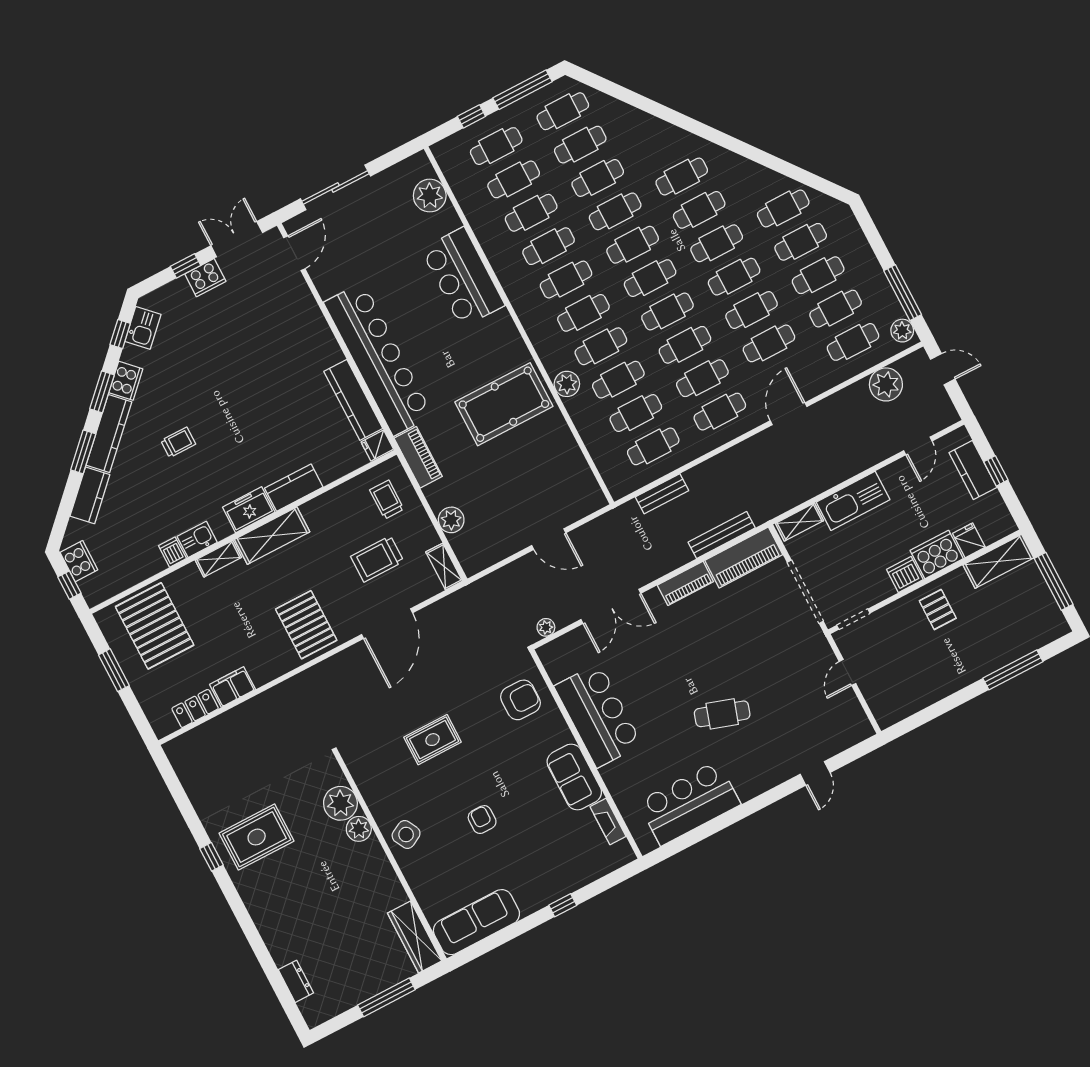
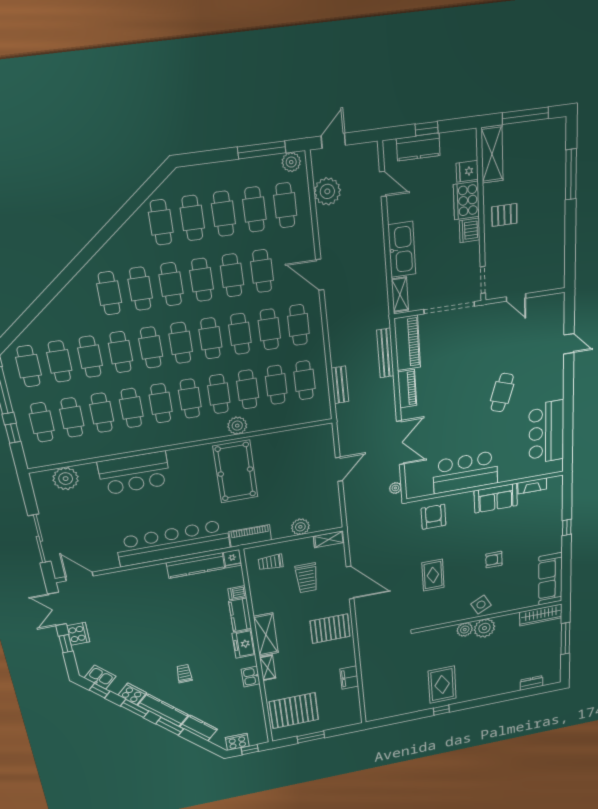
dishwasher: (172, 552) -> (237, 593), moved
locker: (195, 708) -> (353, 700), removed
plant: (340, 803) -> (484, 628), moved

